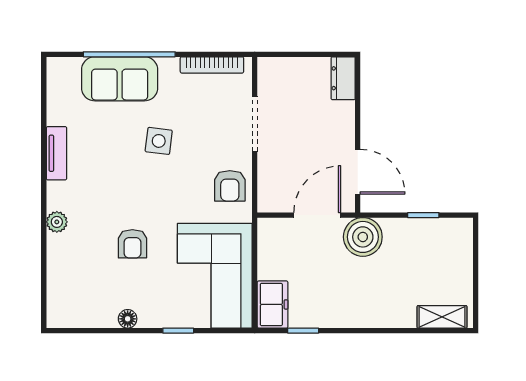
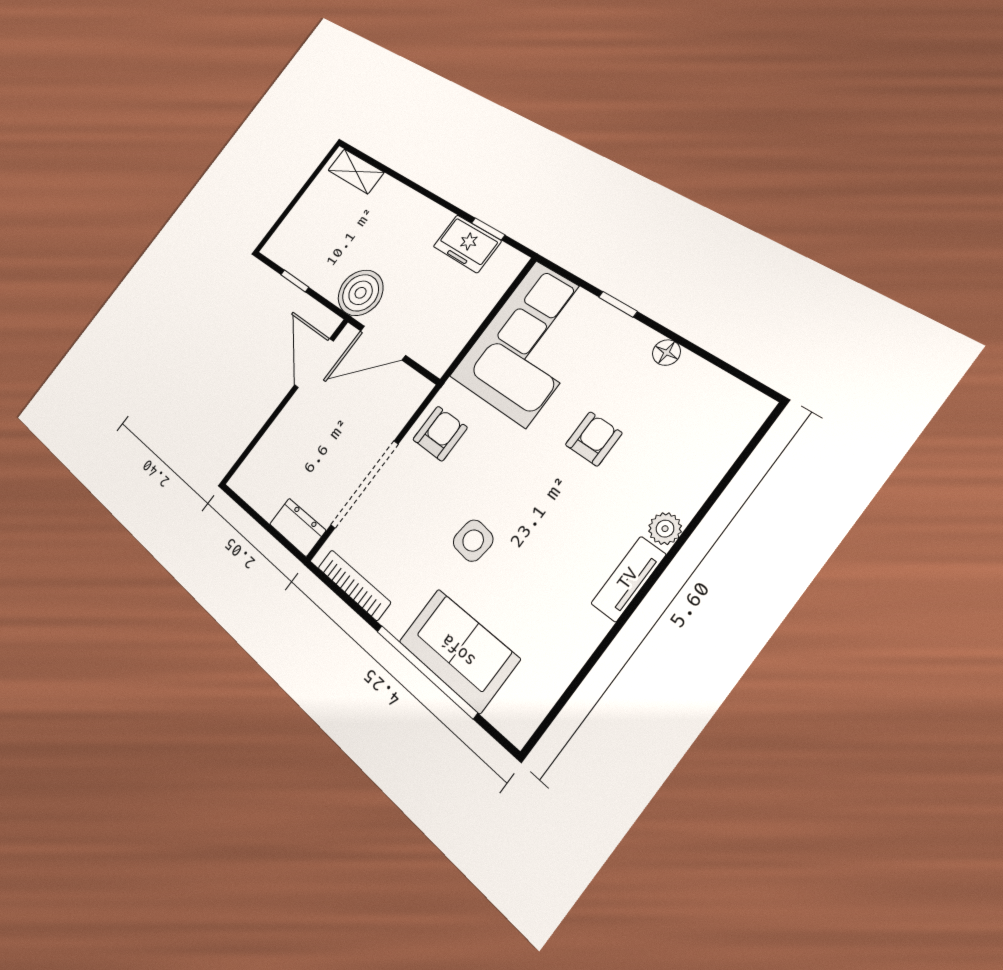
dresser: (343, 78) -> (298, 527), moved, turned -90
doorway: (255, 124) -> (365, 484), width x1.36
tv unit: (56, 153) -> (628, 579), moved
freezer: (273, 304) -> (467, 244), moved, turned -90

